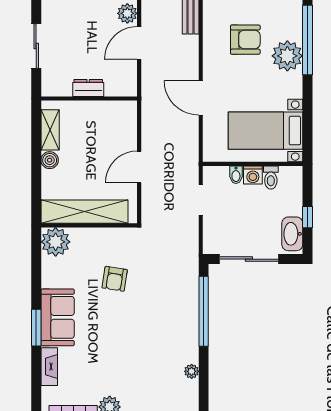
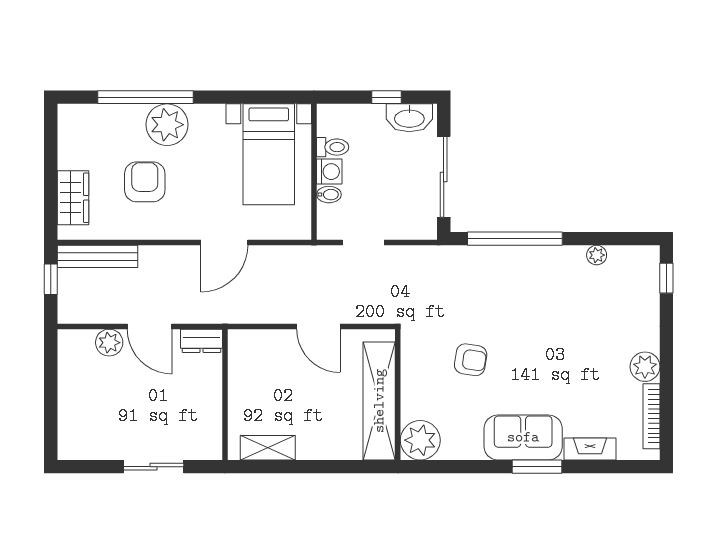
dresser: (88, 88) -> (201, 341), moved, turned -90
boiler: (50, 160) -> (309, 448), removed

